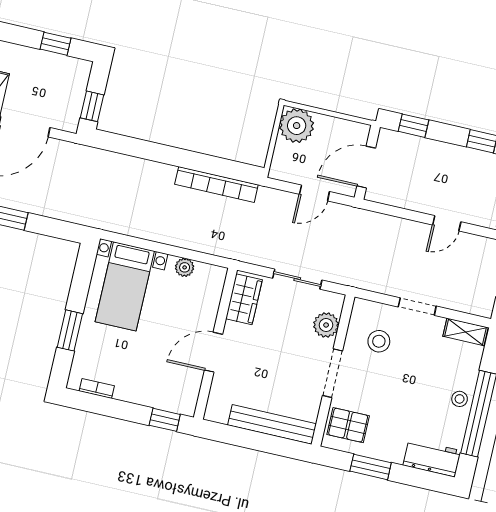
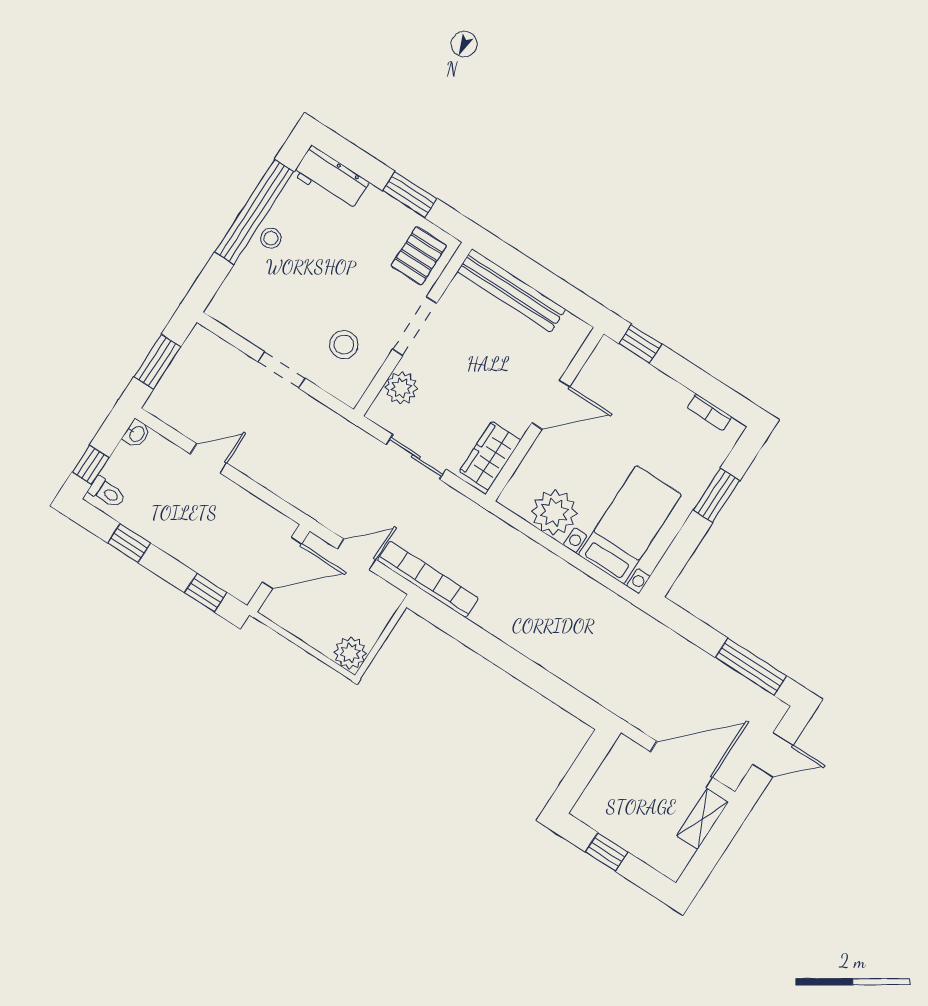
window: (92, 106) -> (590, 759), removed
plant: (297, 126) -> (350, 653), width x0.73, depth x0.73
bookcase: (216, 185) -> (428, 579), moved
plant: (185, 267) -> (554, 512), width x1.88, depth x1.88
shelving: (465, 332) -> (234, 317), removed
pallet: (348, 425) -> (419, 256), turned 90

